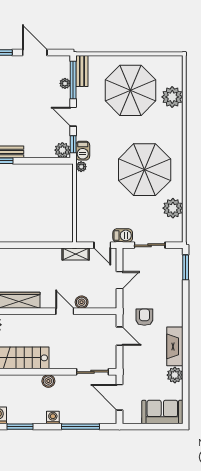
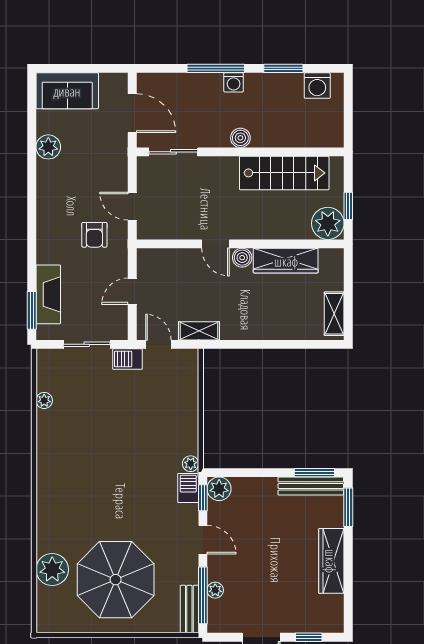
parasol: (145, 170) -> (94, 459), removed
plant: (173, 208) -> (44, 400), width x0.53, depth x0.53
boiler: (82, 302) -> (242, 258), moved
fireplace: (175, 346) -> (48, 294), moved
window: (81, 427) -> (216, 68), moved

